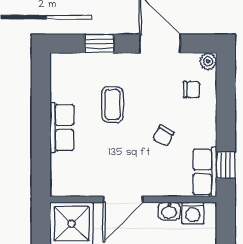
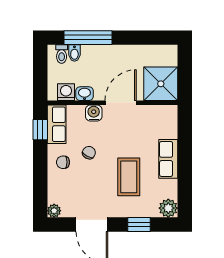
plant: (62, 65) -> (168, 208), added
chair: (192, 90) -> (63, 162), moved
coffee table: (113, 105) -> (129, 177), width x1.36, depth x1.30
water cooler: (157, 186) -> (94, 113), added

